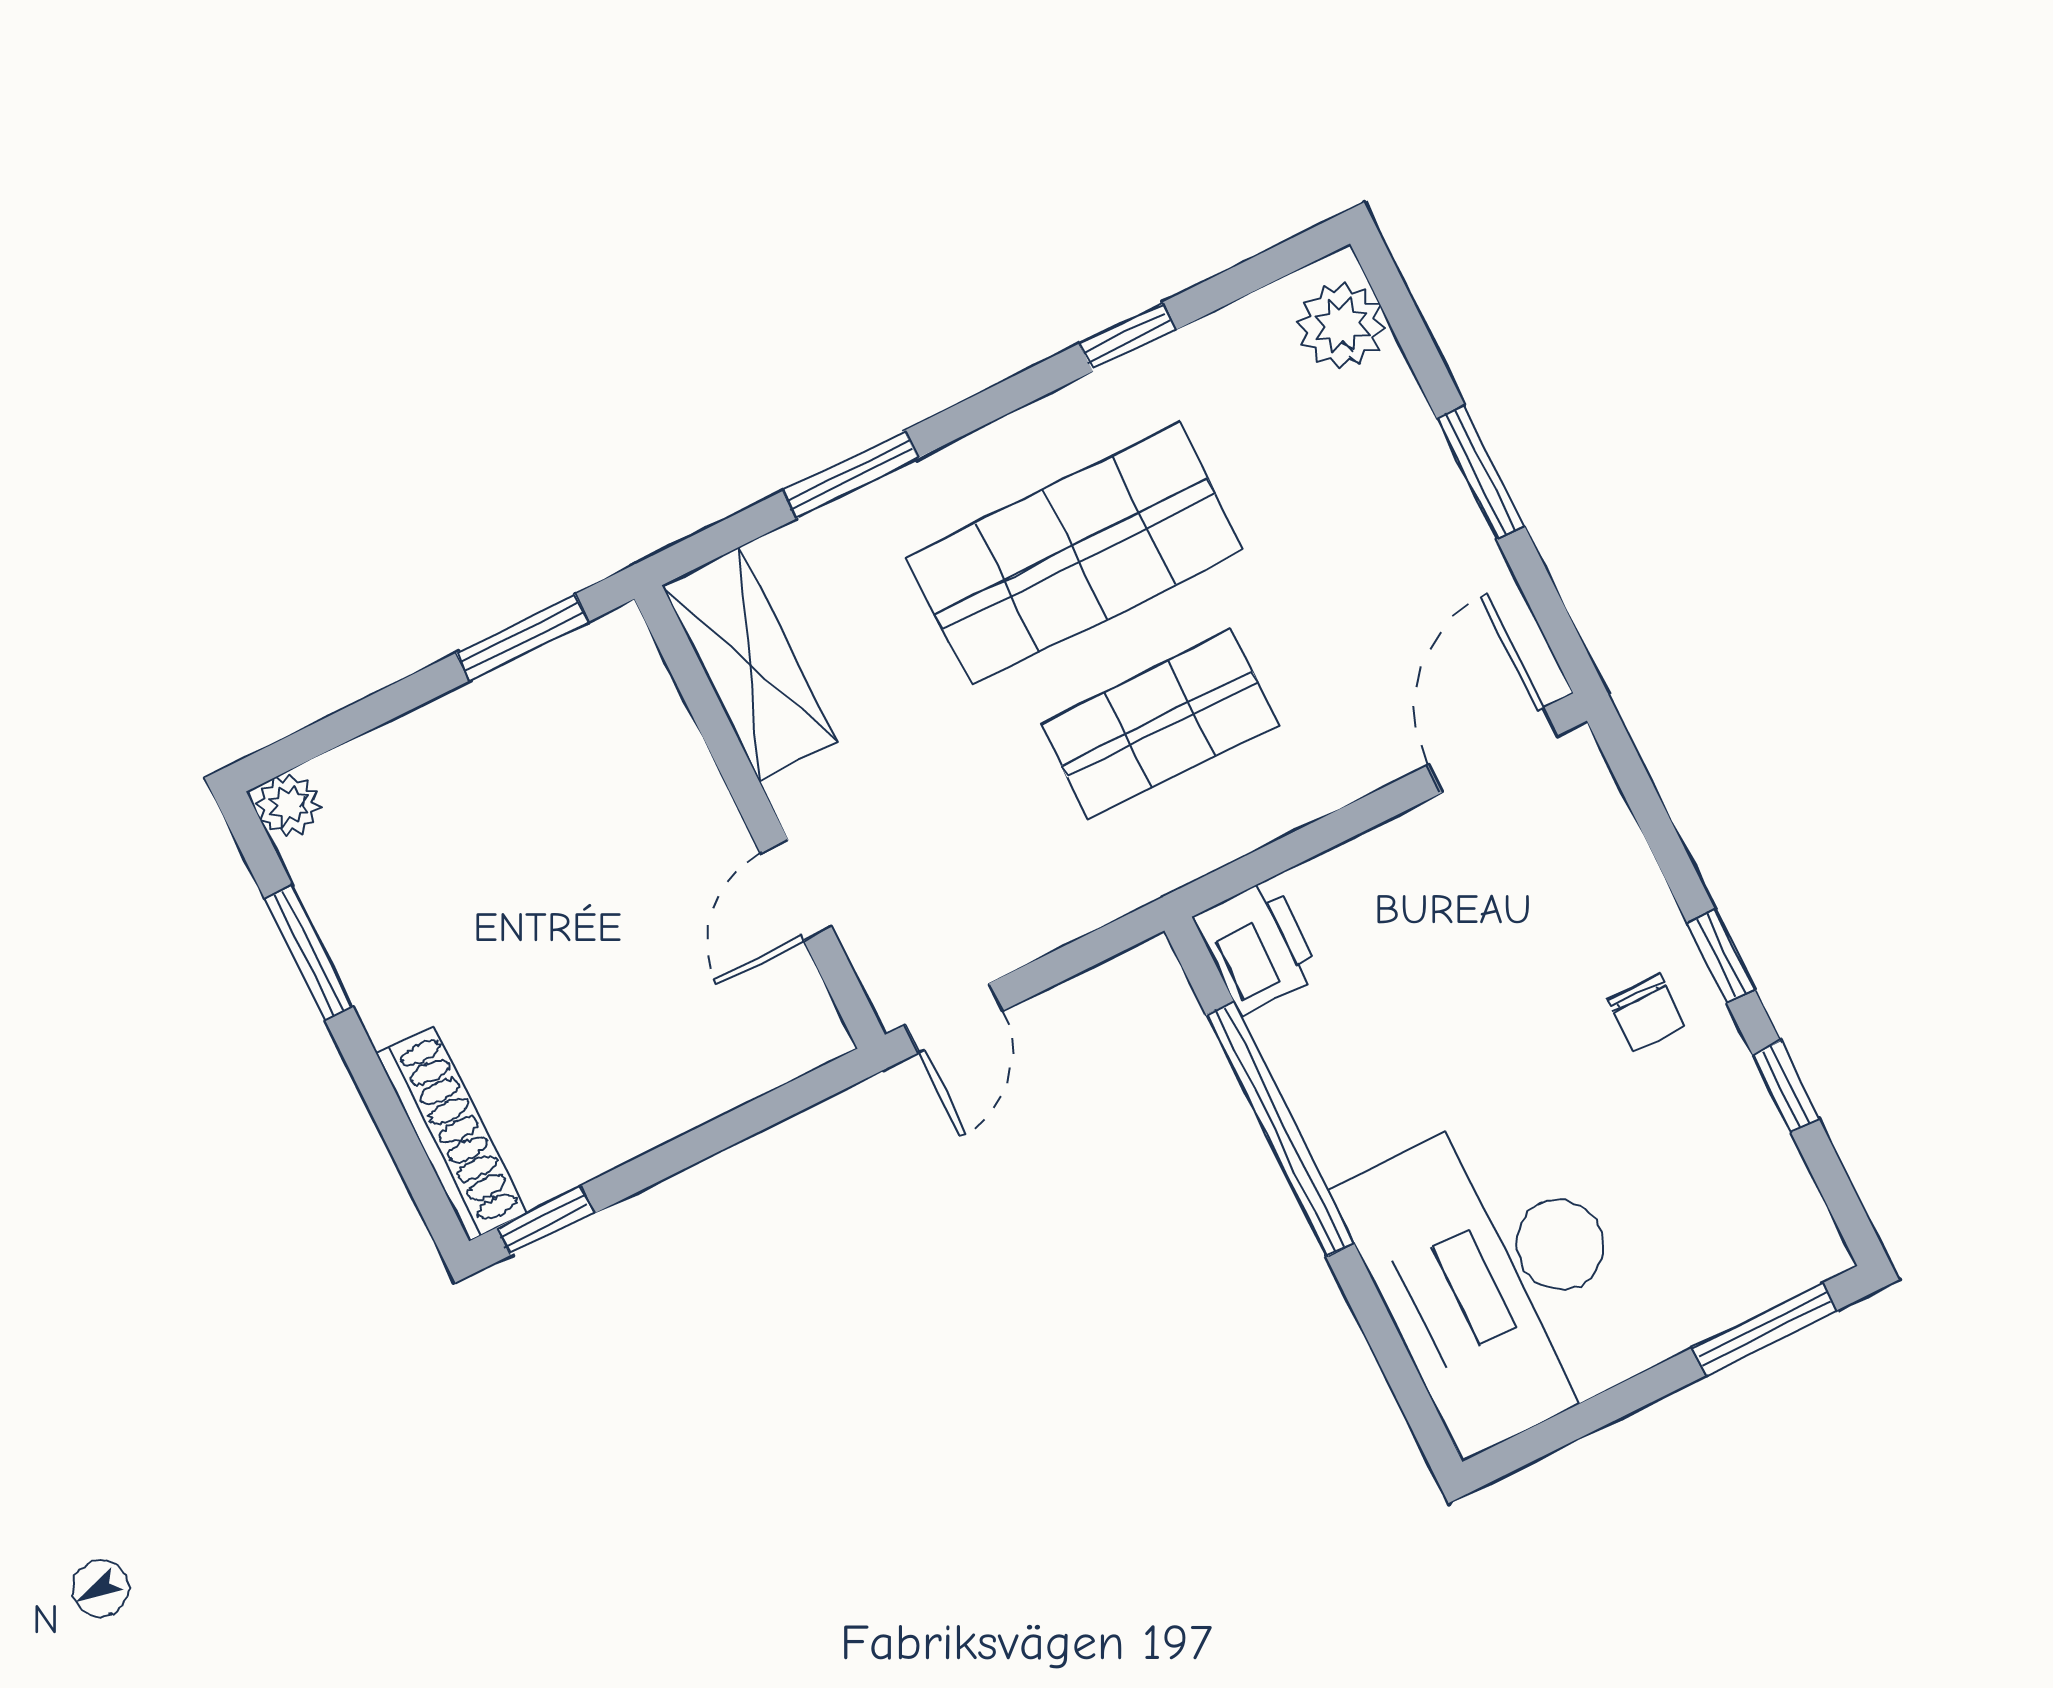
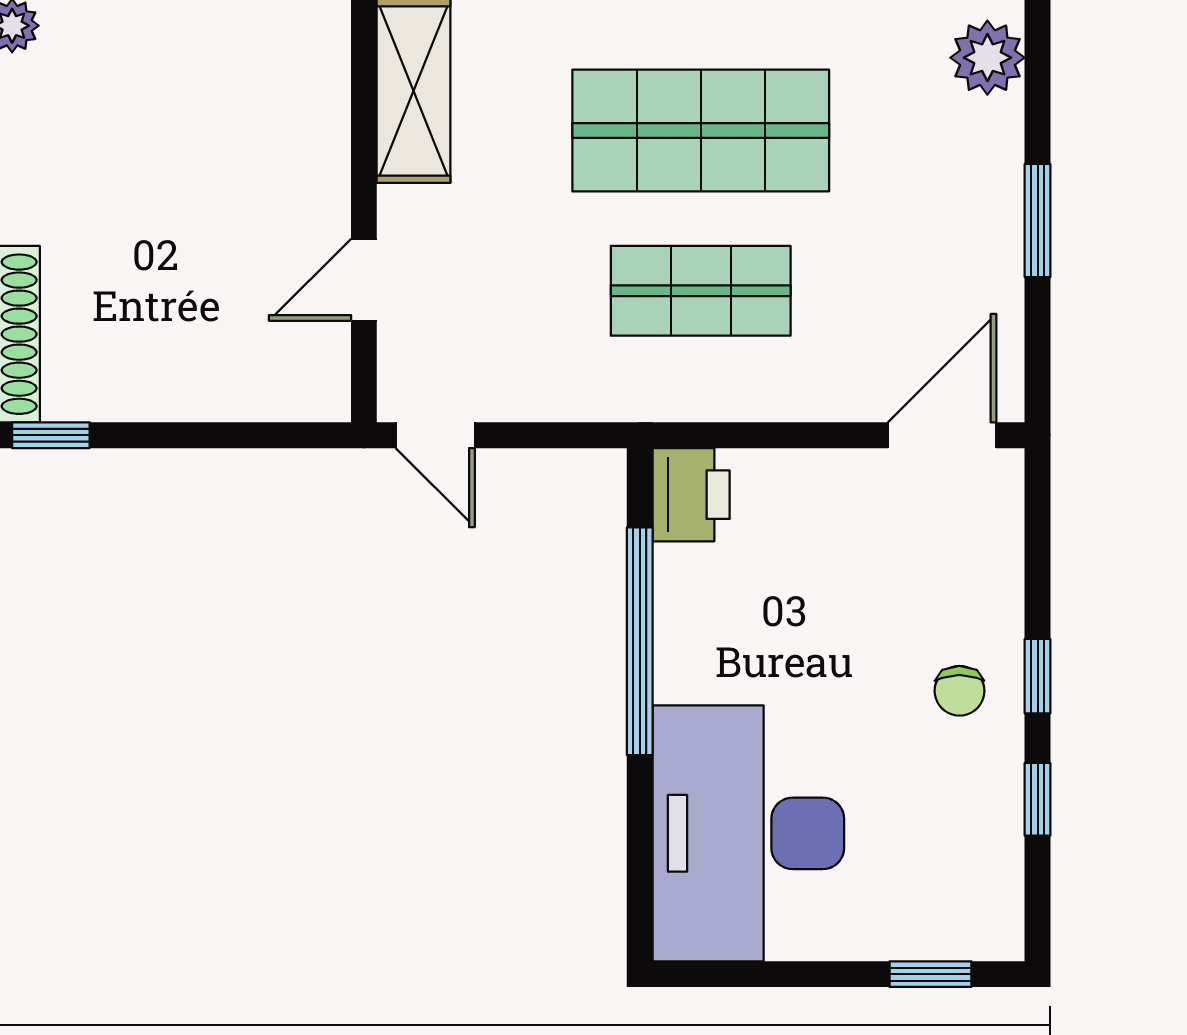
door: (954, 1018) -> (435, 435), hinge flipped
window: (1764, 1329) -> (930, 974), width x0.67

